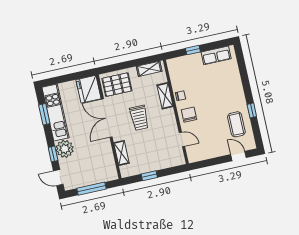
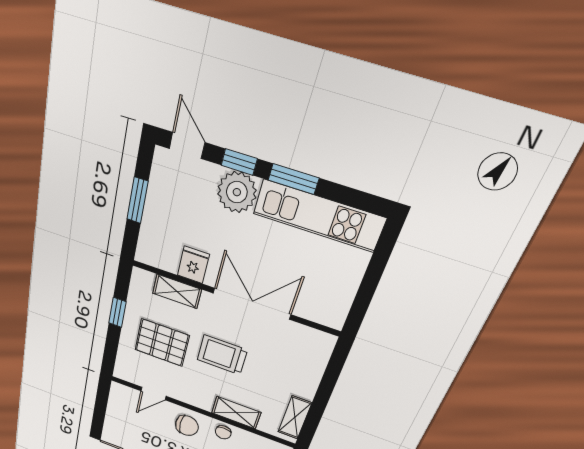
pallet: (117, 85) -> (162, 343), moved, turned 90
fridge: (88, 89) -> (193, 265), moved, width x0.53, depth x0.75
window: (44, 114) -> (293, 179), moved
door: (58, 178) -> (187, 145), hinge flipped
window: (91, 189) -> (137, 200), width x0.69

